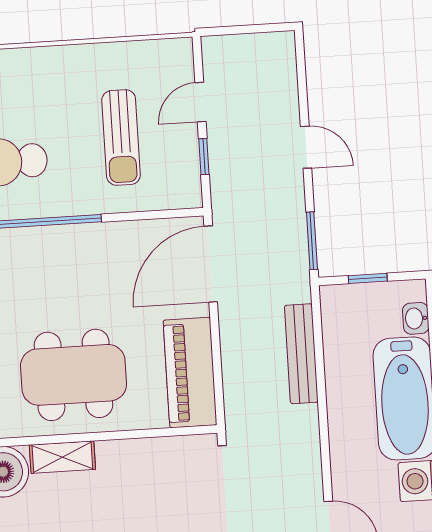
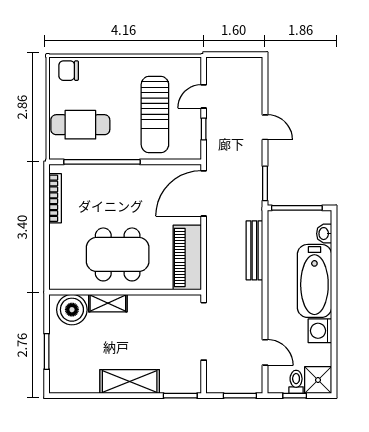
sun lounger: (121, 138) -> (155, 115), width x1.36, depth x1.34
window: (368, 278) -> (297, 208), width x2.17

